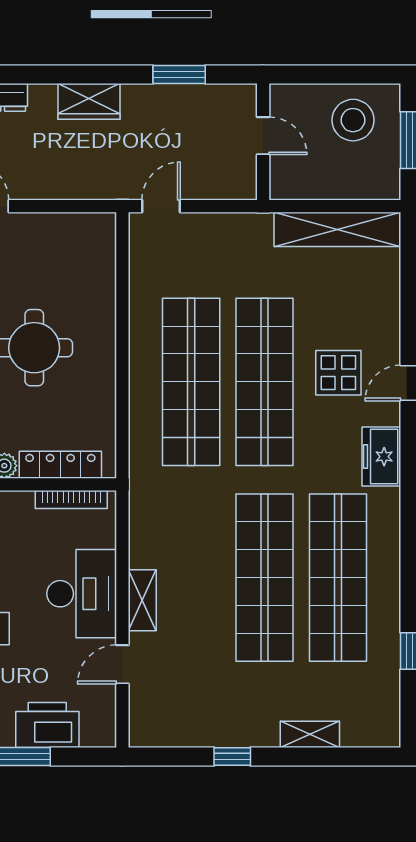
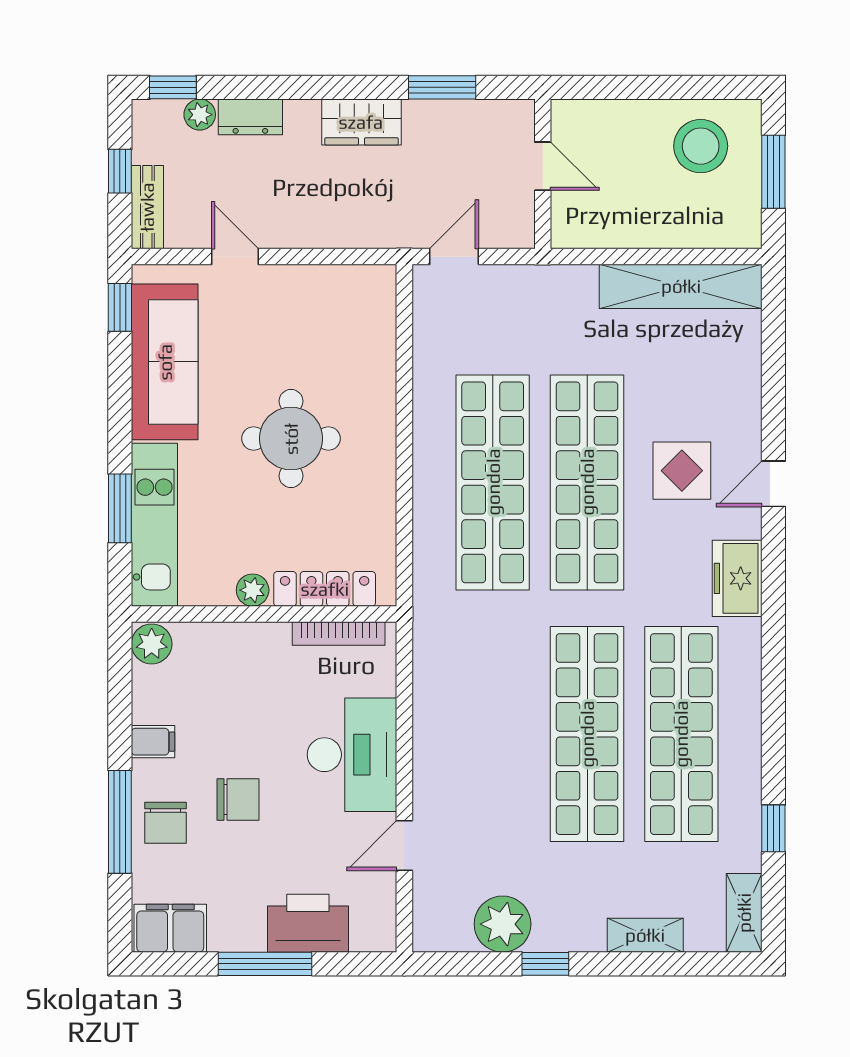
window: (179, 74) -> (442, 87), moved
door: (263, 136) -> (543, 166), moved
wall: (263, 142) -> (543, 174), moved
shelving: (142, 600) -> (744, 913), moved
plant: (199, 726) -> (503, 924), added

